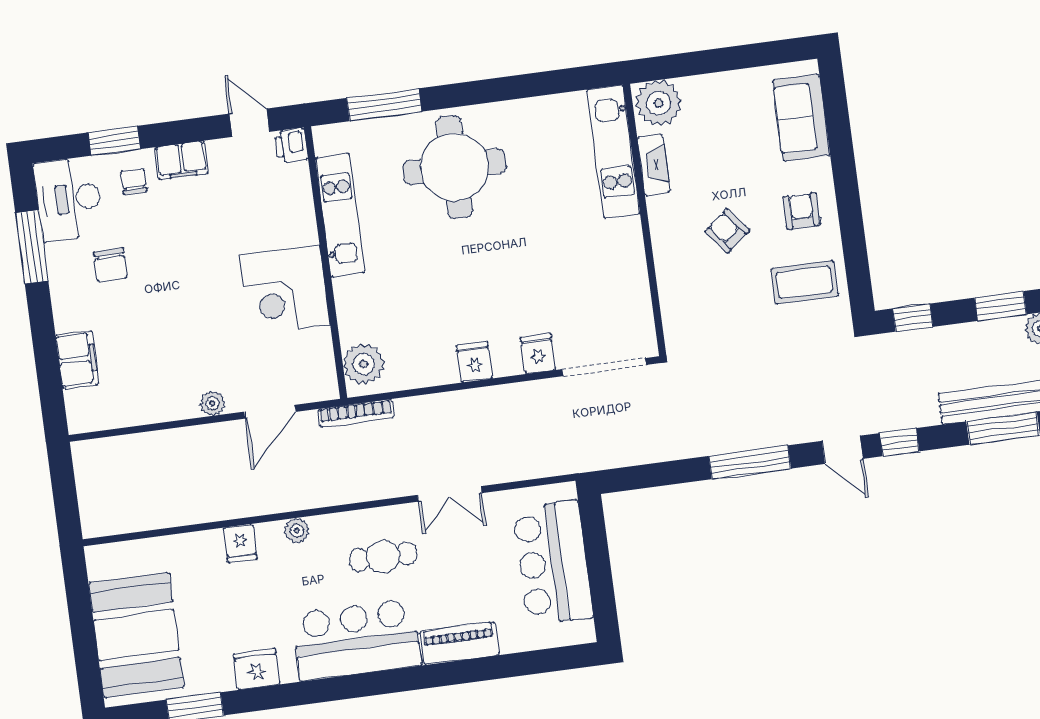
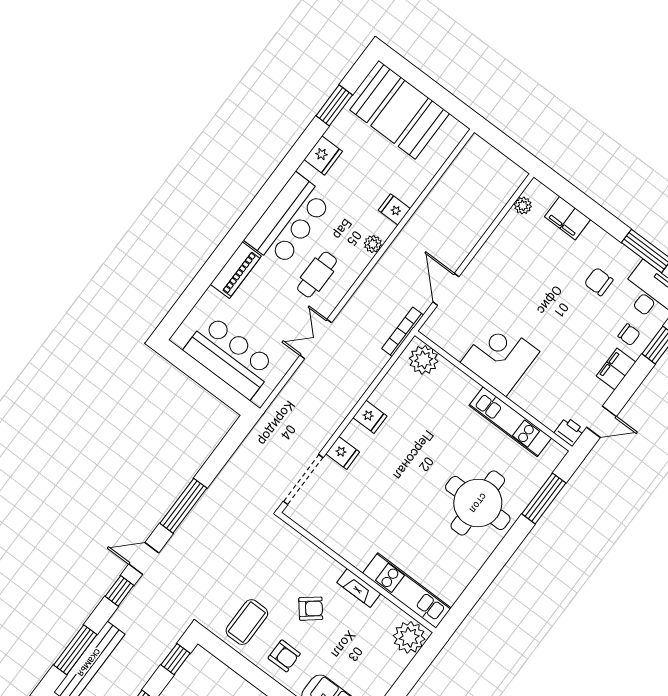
fireplace: (654, 165) -> (359, 588), moved
plant: (212, 403) -> (523, 206), moved

